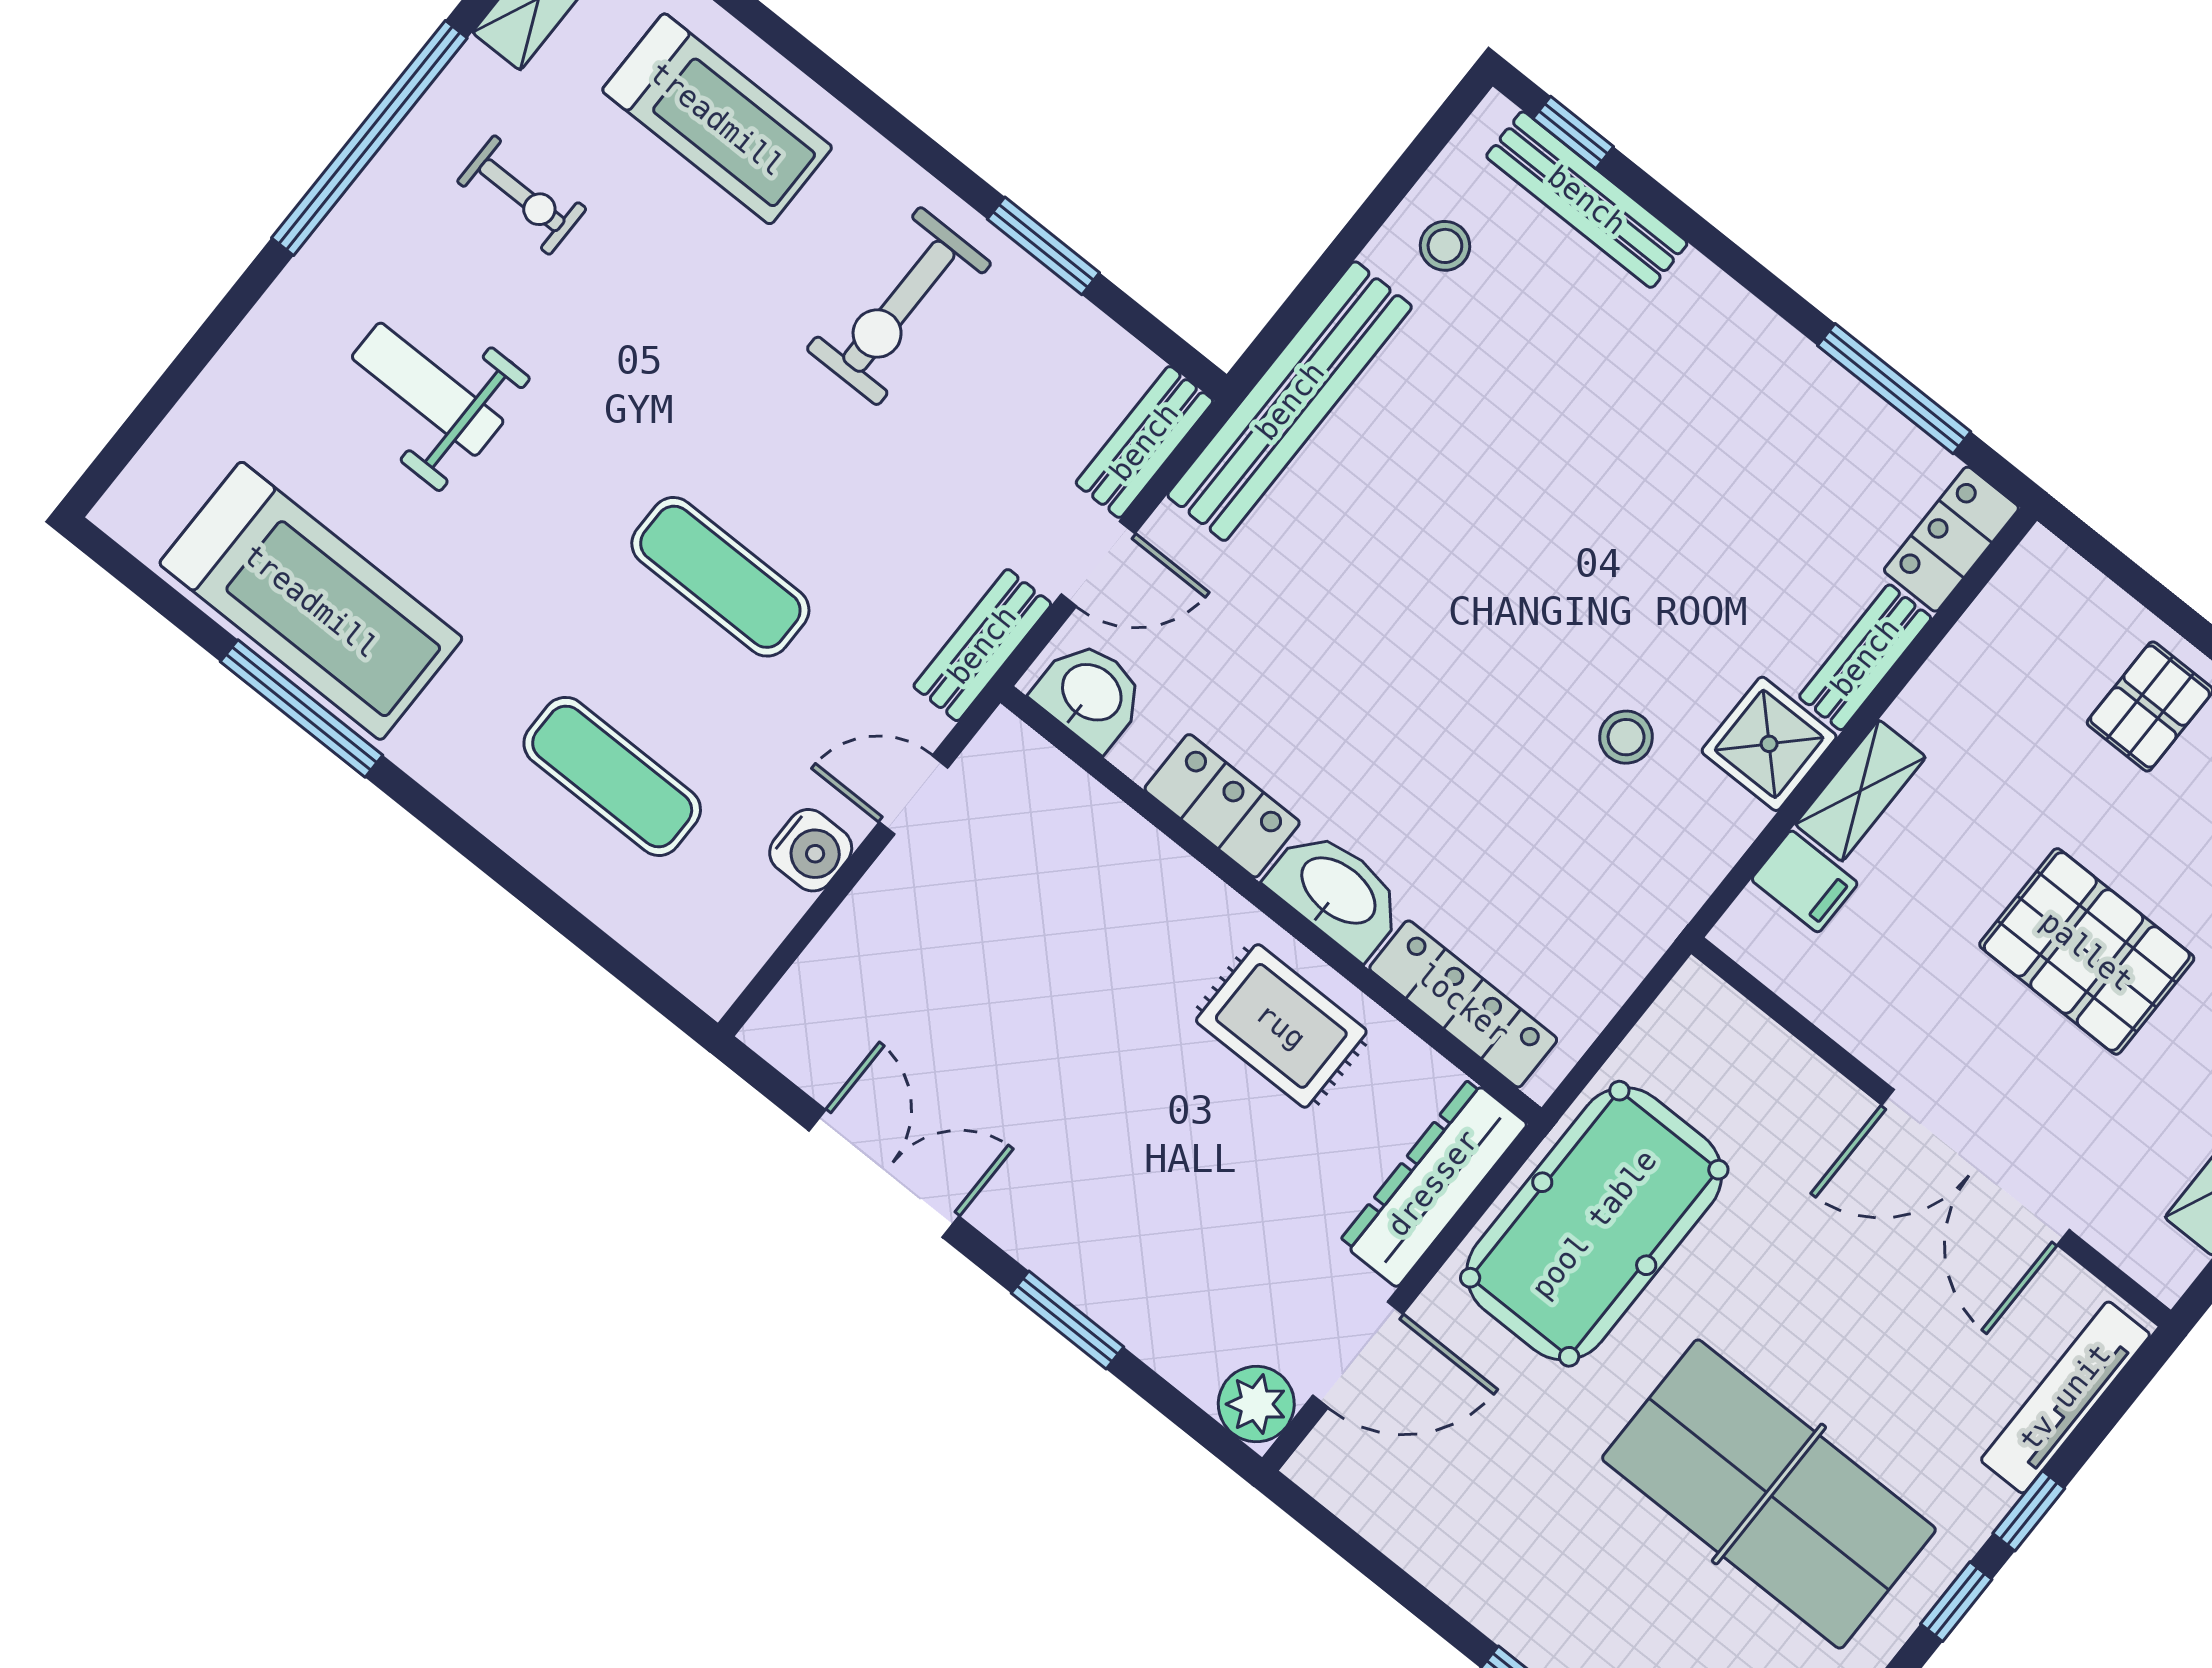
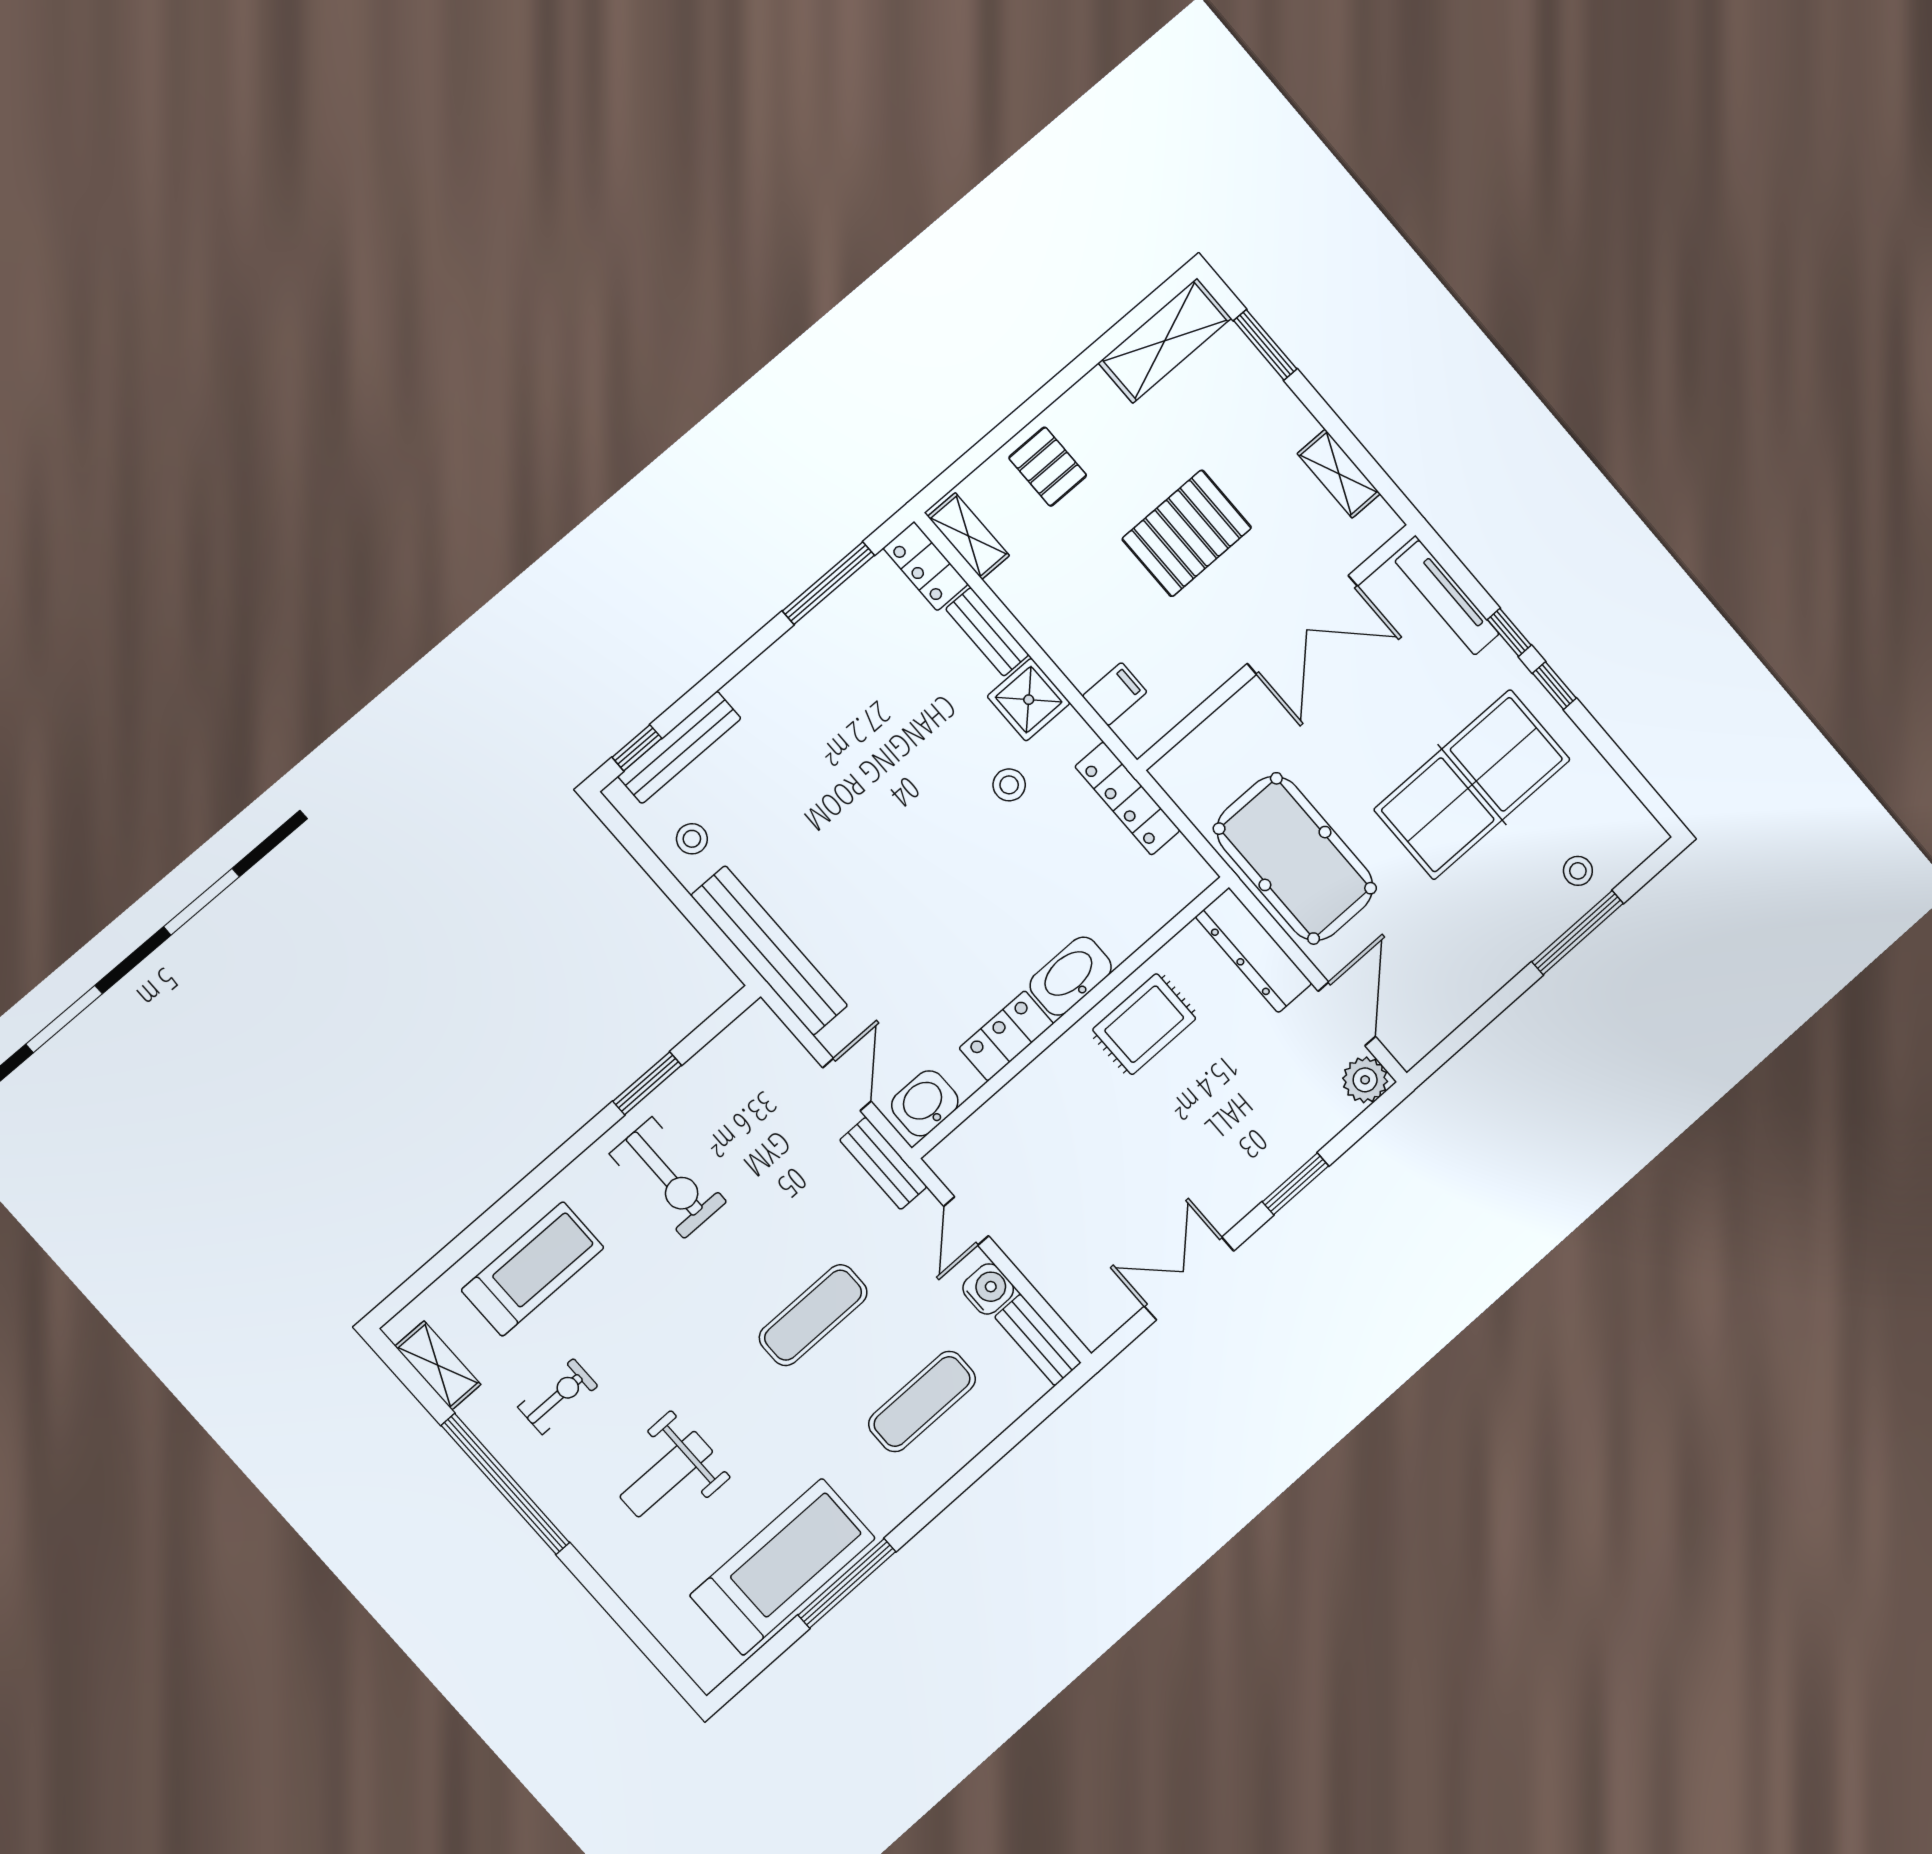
bench: (1144, 442) -> (1038, 1340), moved
shelving: (1860, 791) -> (969, 536), moved
locker: (1463, 1004) -> (1127, 798), moved, turned -90

